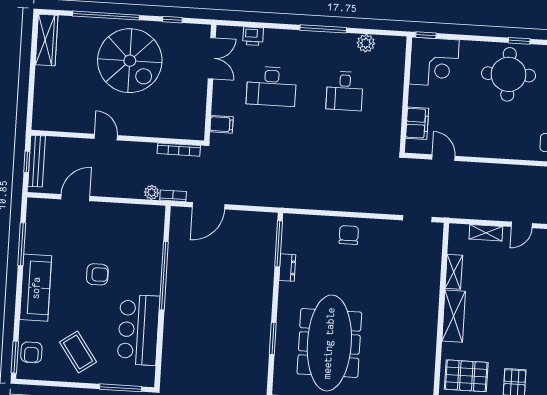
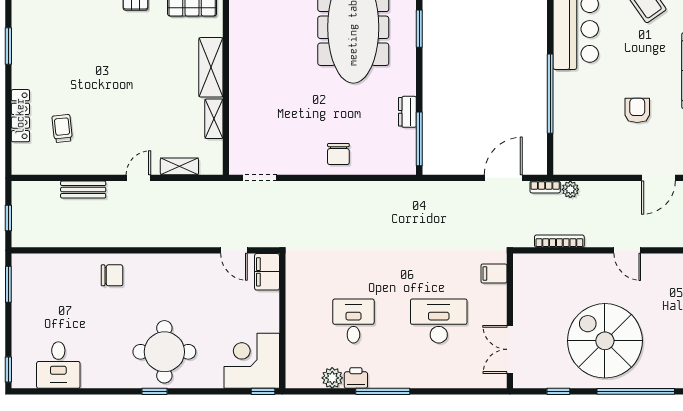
printer: (253, 36) -> (356, 378), moved
filing cabinet: (417, 123) -> (267, 272), moved
bookcase: (179, 150) -> (559, 241), moved
armchair: (97, 274) -> (637, 110), moved, turned 90

